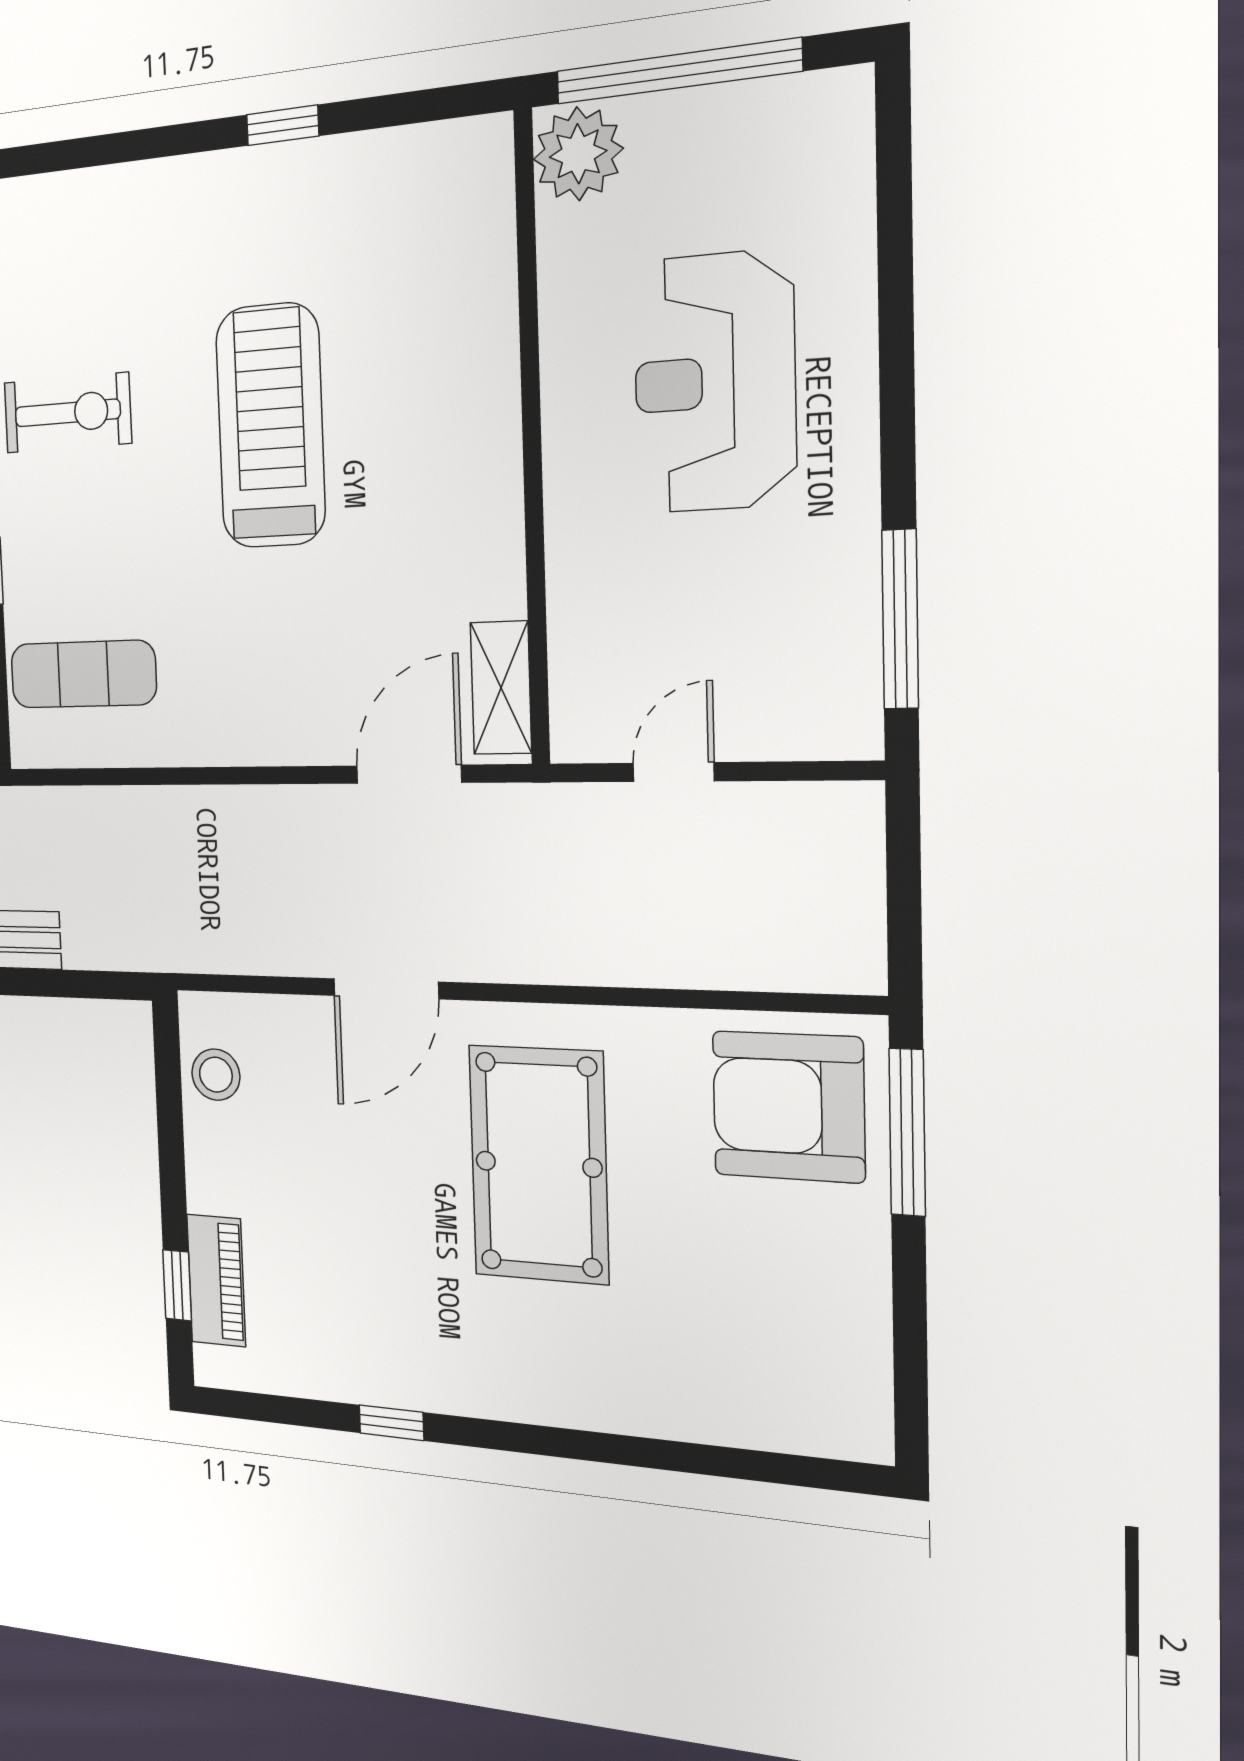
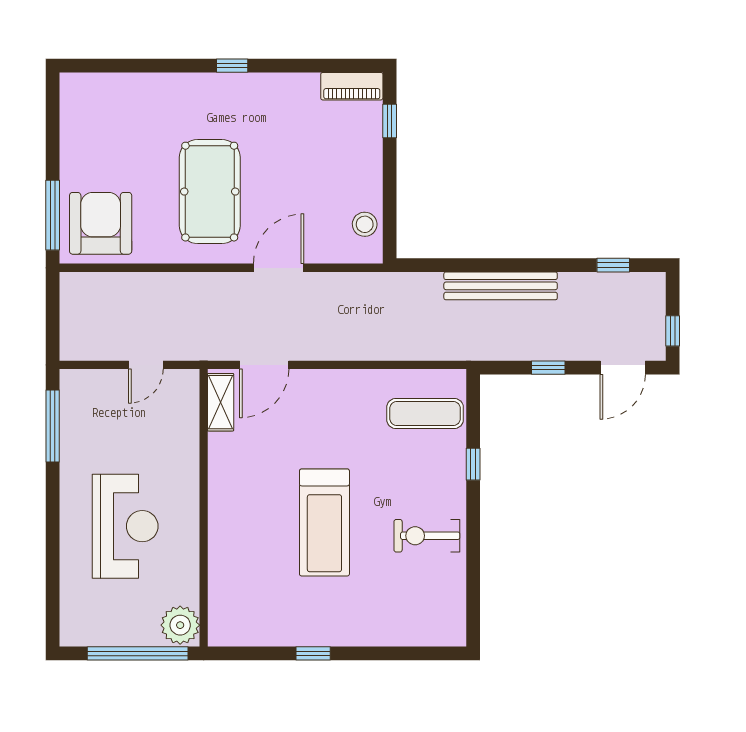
armchair: (788, 1107) -> (101, 223), turned -90
piano: (216, 1280) -> (352, 86), moved, turned -90
window: (391, 1423) -> (232, 66), moved

